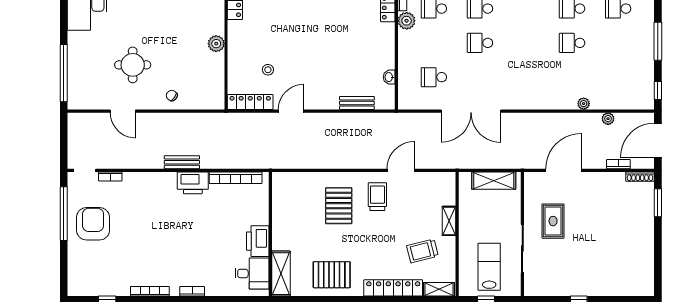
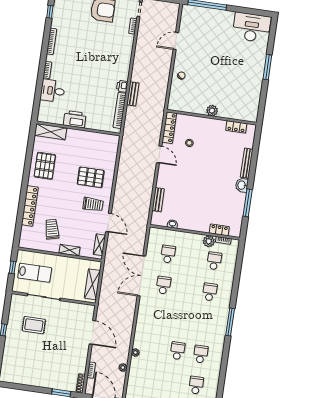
school desk: (480, 43) -> (163, 285), moved
round table: (133, 65) -> (206, 52), removed
bench: (182, 162) -> (133, 94), moved
printer: (193, 183) -> (122, 86), width x0.53, depth x0.68
rug: (553, 221) -> (34, 325), moved
desk: (252, 273) -> (53, 91), moved, turned 90
shelving: (439, 289) -> (99, 245), moved

